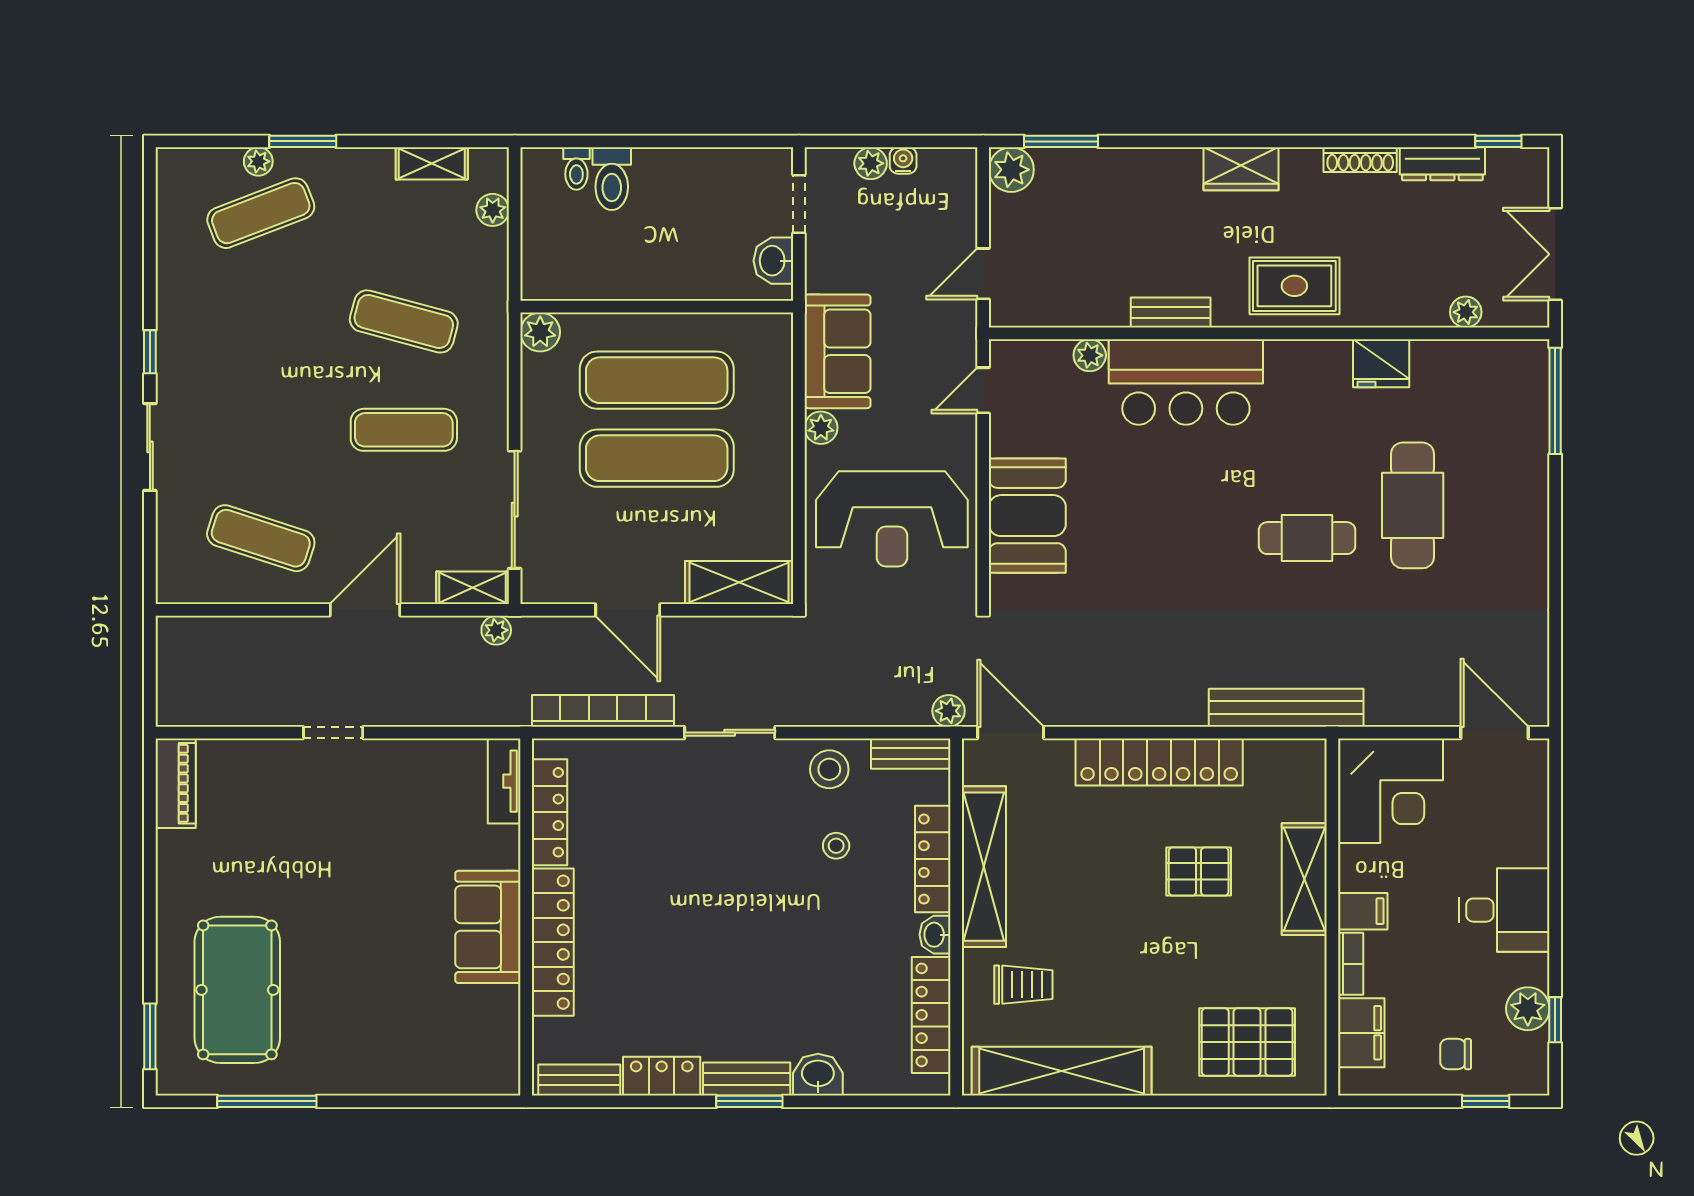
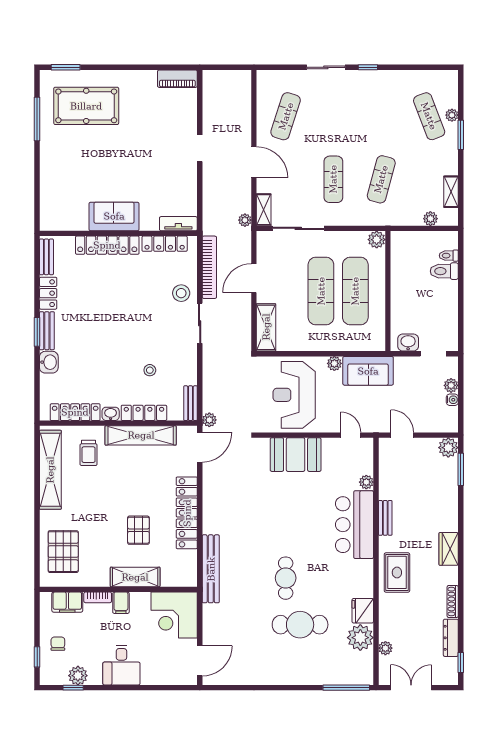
plant: (1442, 369) -> (360, 638), added
stool: (829, 769) -> (181, 293), moved

